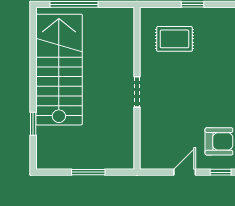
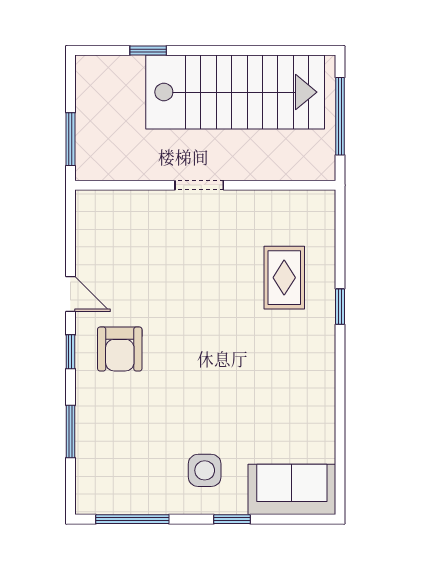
wall: (137, 88) -> (205, 185), moved
doorway: (137, 92) -> (199, 185), moved

